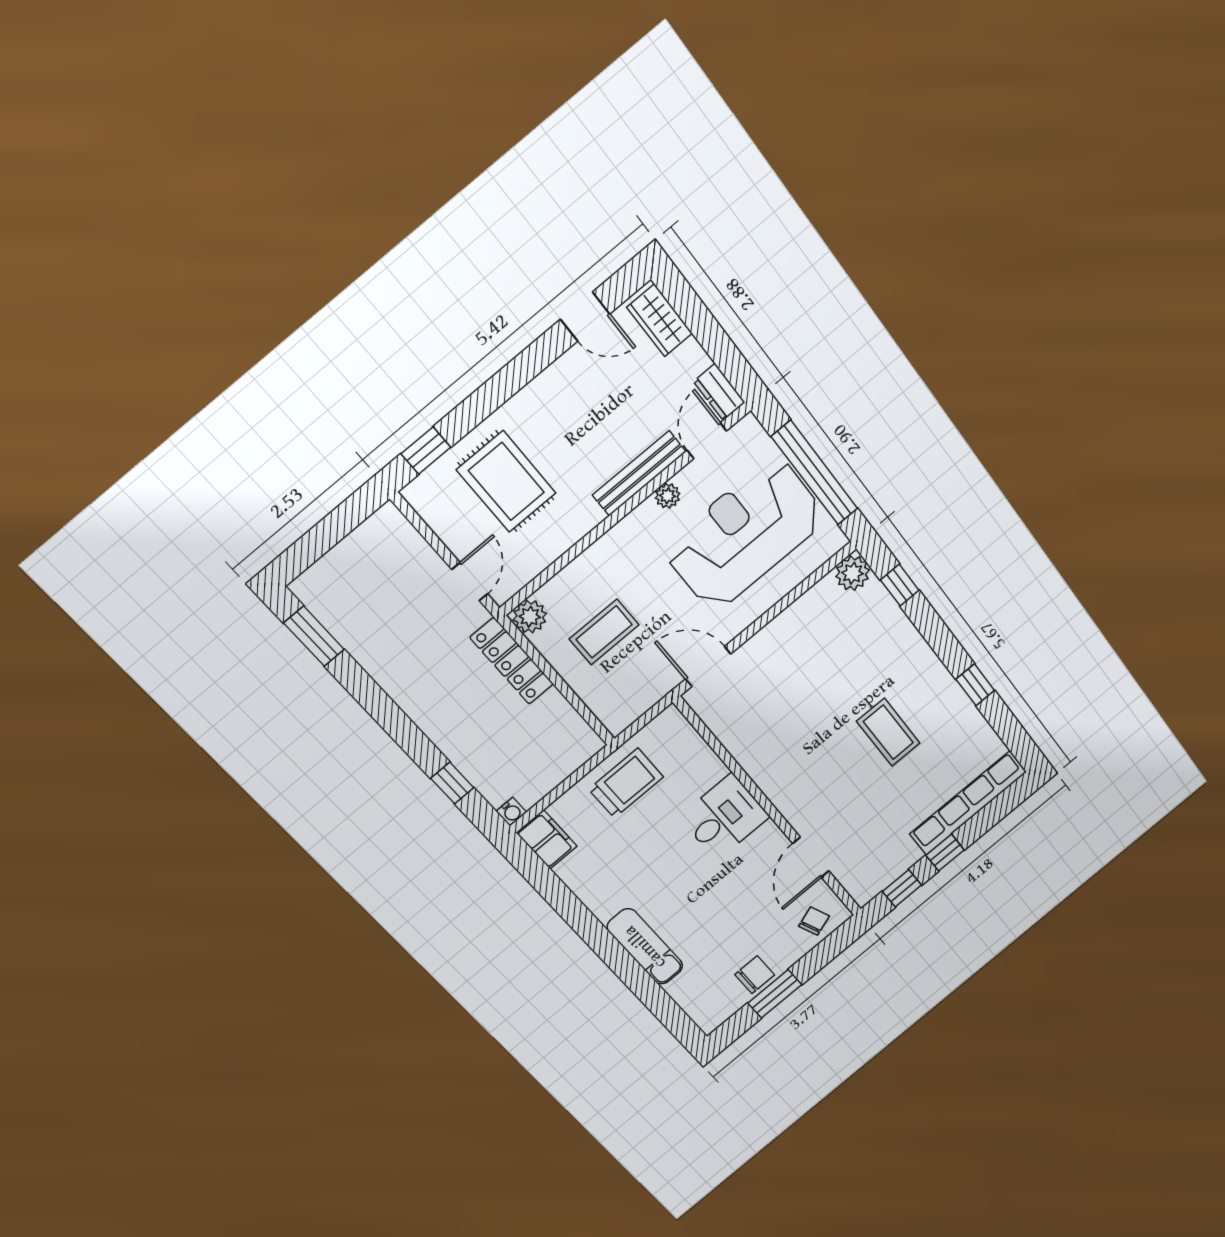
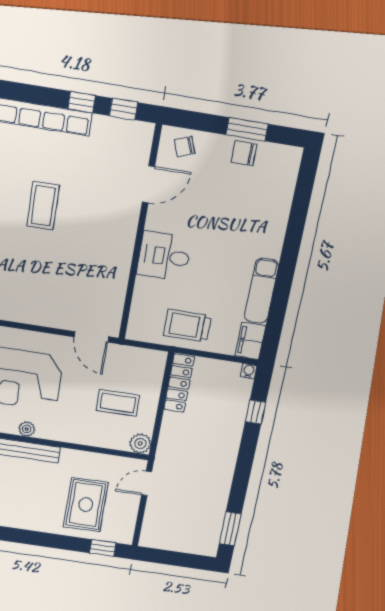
locker: (512, 661) -> (179, 383), moved
exam couch: (645, 947) -> (261, 291), moved

